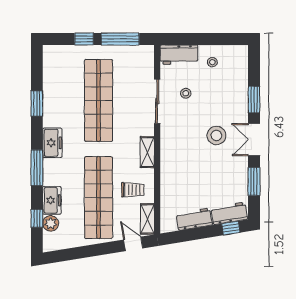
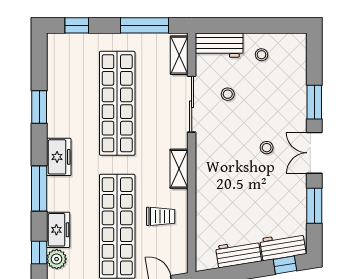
window: (84, 39) -> (77, 25), moved
stool: (216, 135) -> (267, 148), width x0.53, depth x0.53
shelving: (147, 219) -> (179, 55), moved

